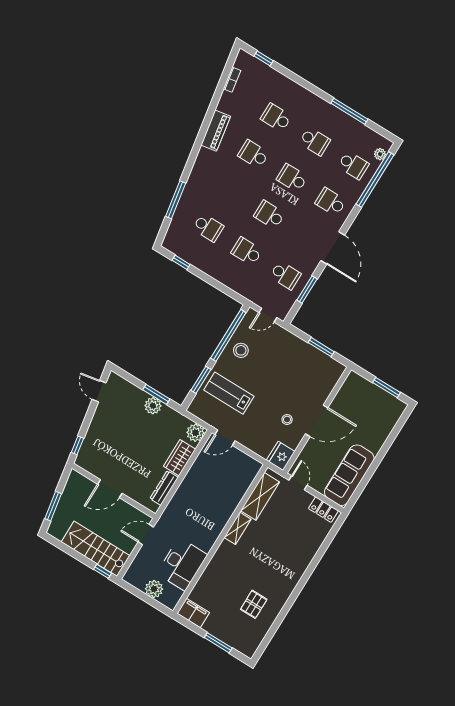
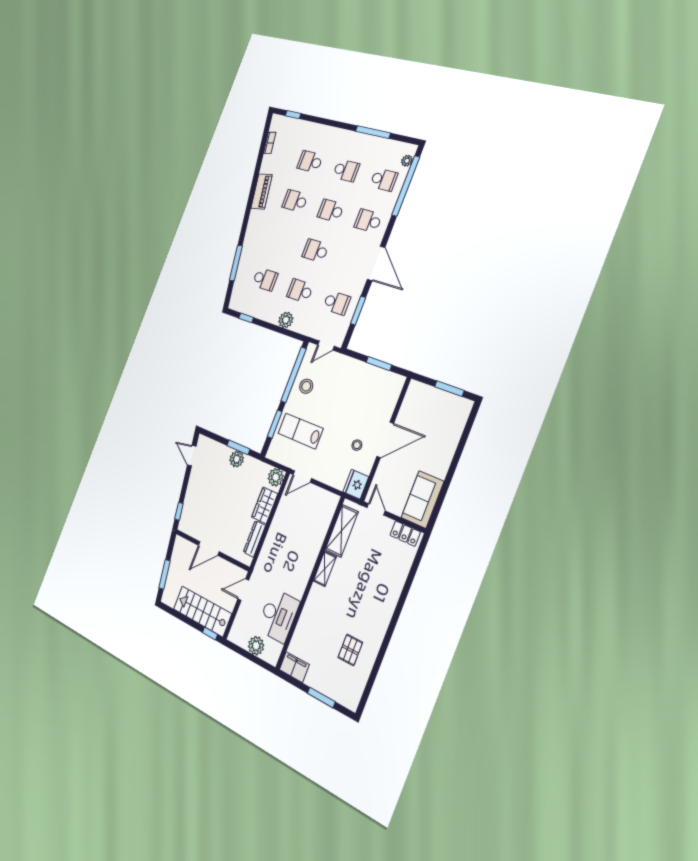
plant: (227, 277) -> (286, 320), added
sofa: (349, 475) -> (422, 499), width x0.73

